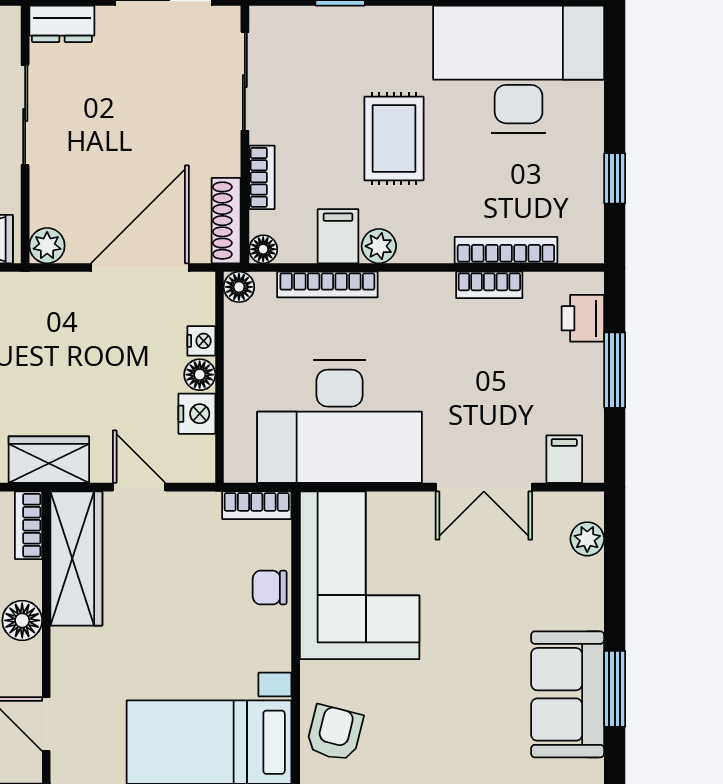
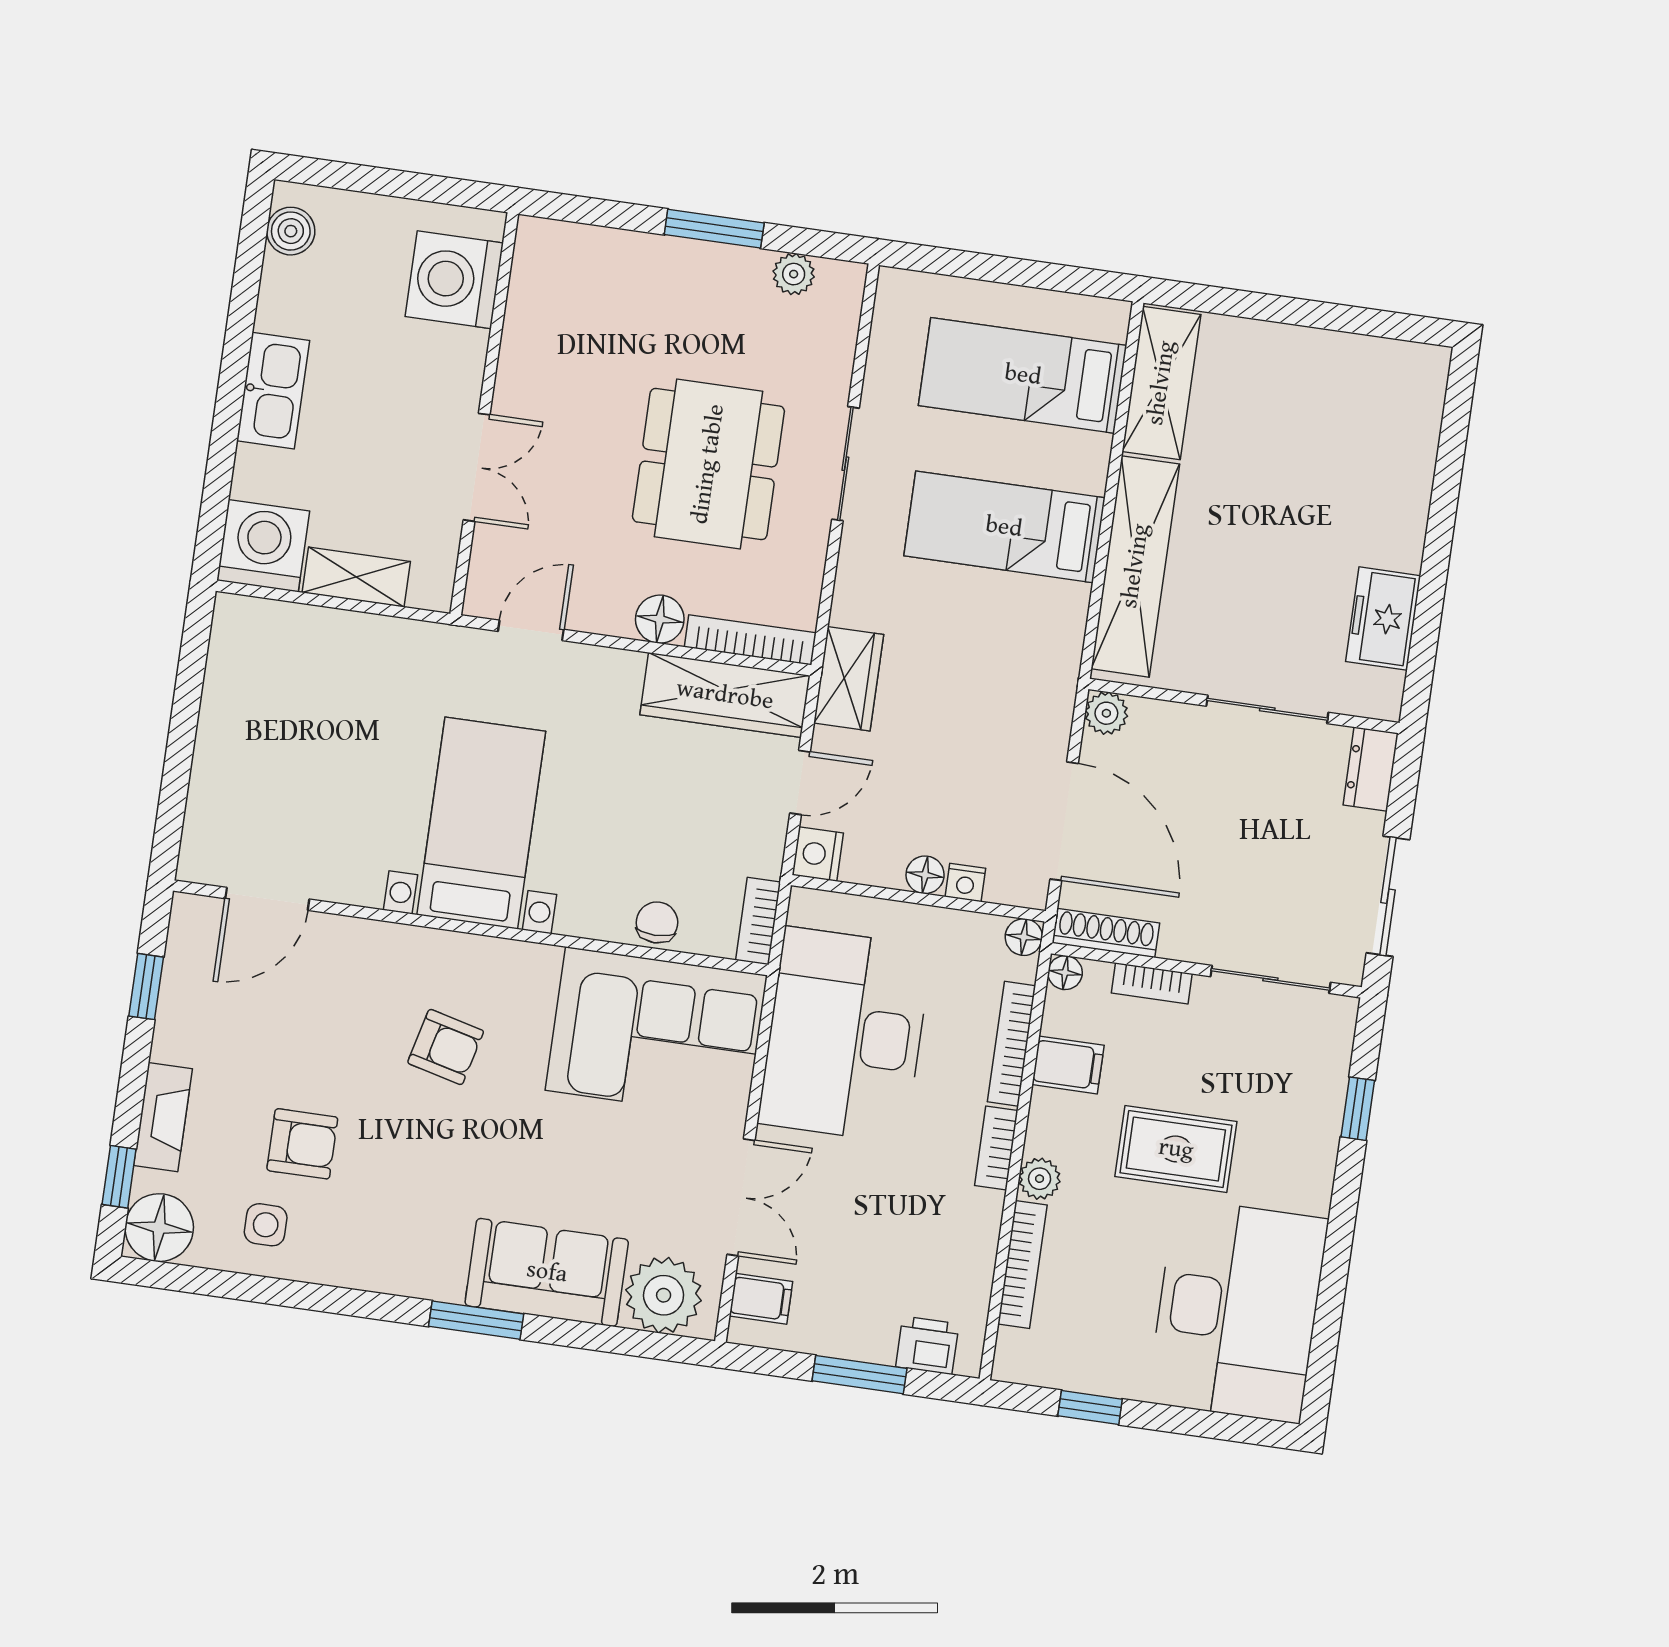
plant: (379, 246) -> (1040, 1179), moved
bookcase: (489, 285) -> (996, 1148), moved
nightstand: (197, 414) -> (818, 854), moved, turned 90
double door: (484, 487) -> (741, 1197), swing flipped
bookcase: (29, 525) -> (750, 640), width x1.56
plant: (587, 539) -> (664, 1295), width x1.87, depth x1.87
sofa: (568, 694) -> (547, 1272), moved
armchair: (335, 733) -> (446, 1047), moved

